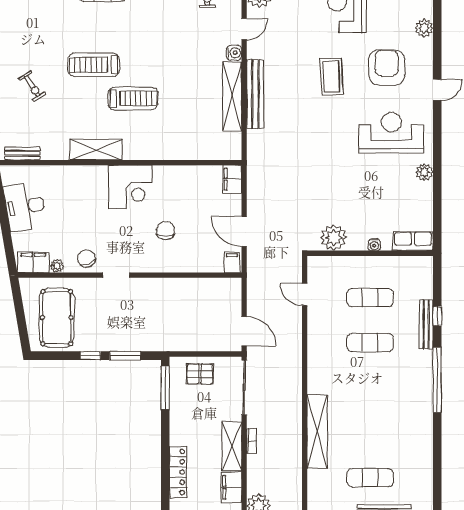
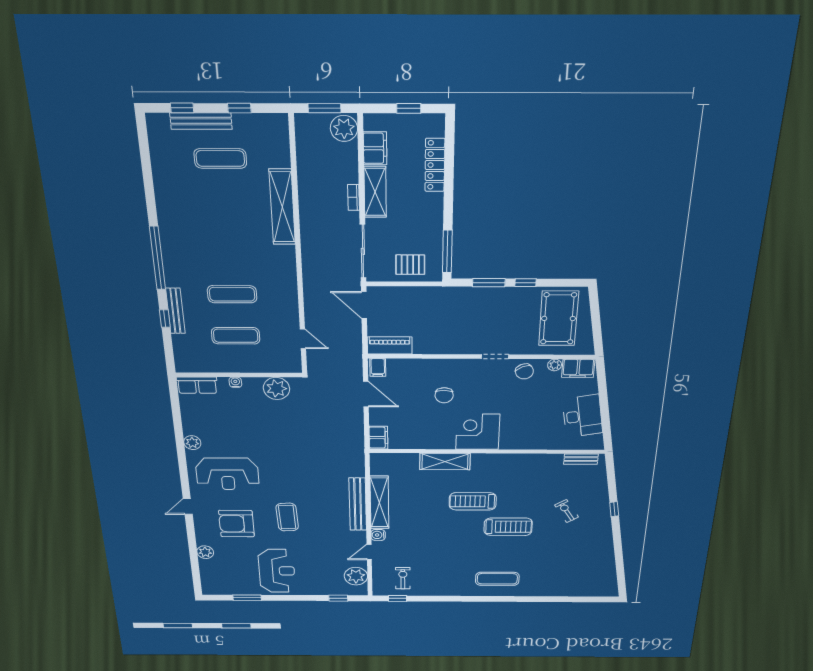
armchair: (387, 67) -> (236, 524), turned 90
shelving: (96, 150) -> (445, 462), moved
piano: (220, 287) -> (390, 345), added

